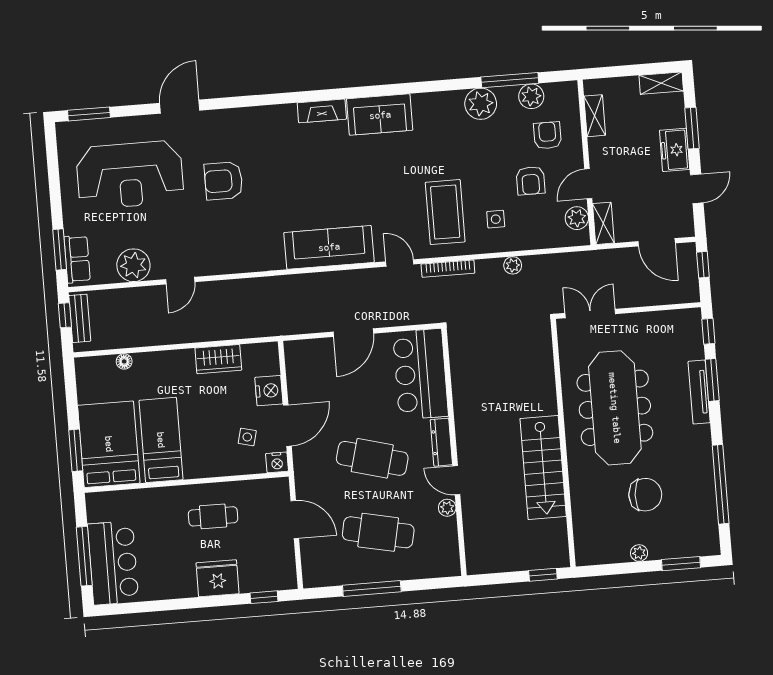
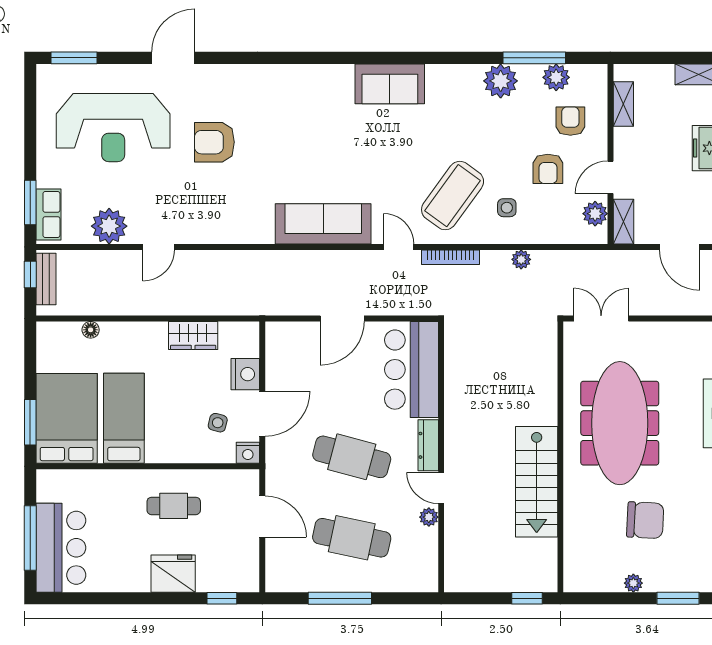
fireplace: (322, 111) -> (327, 75), removed
coffee table: (445, 212) -> (453, 196), turned 36

